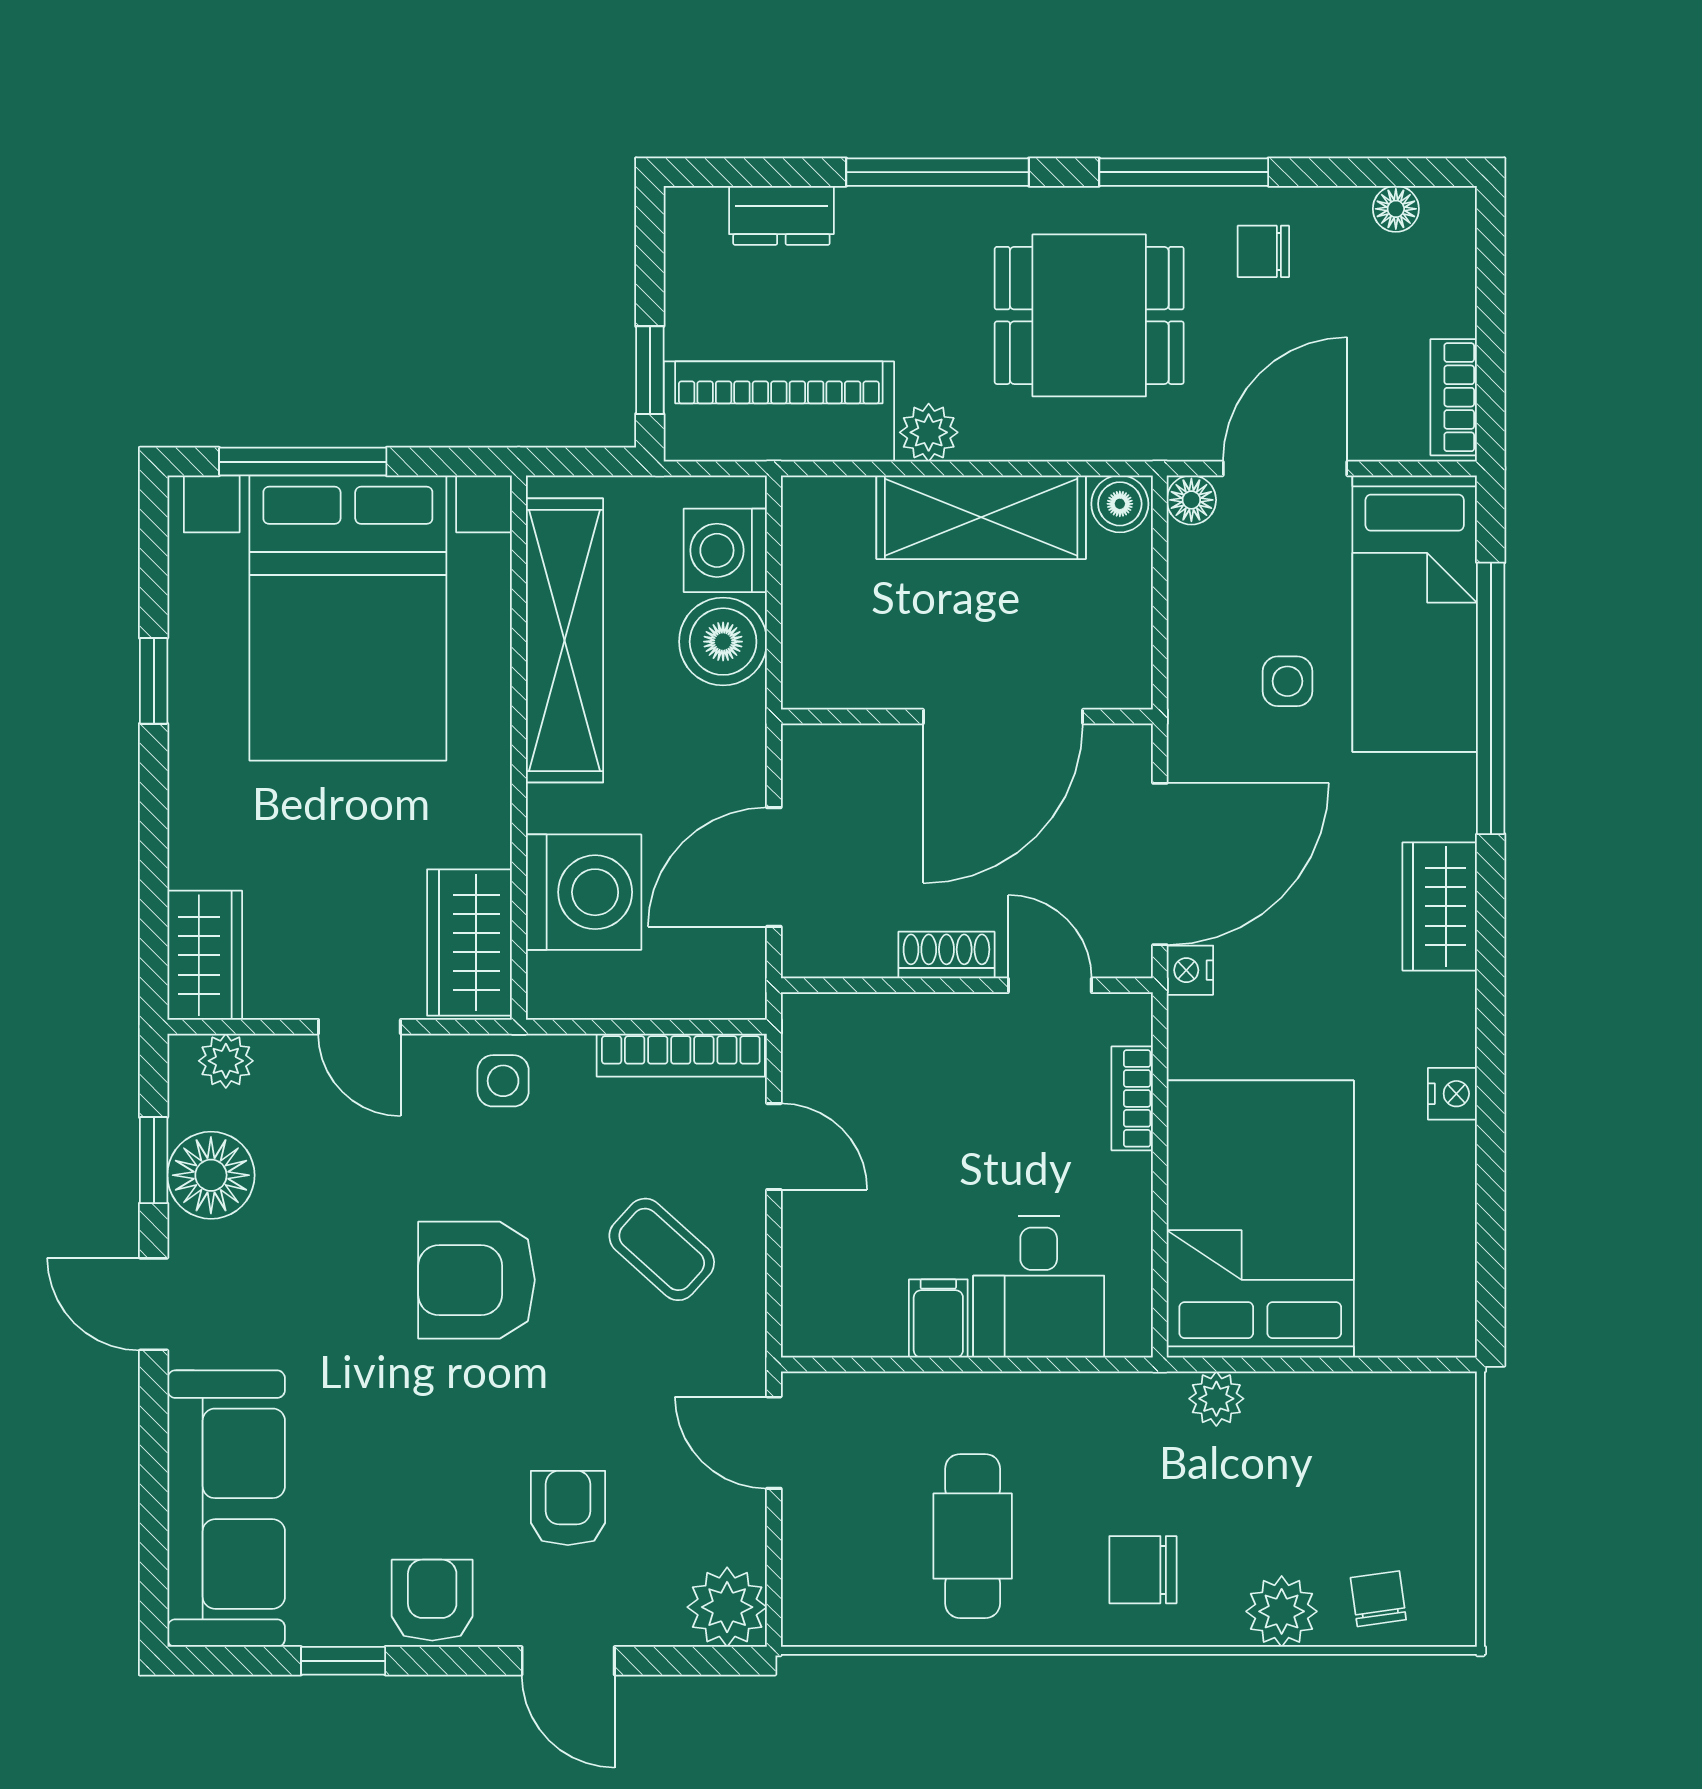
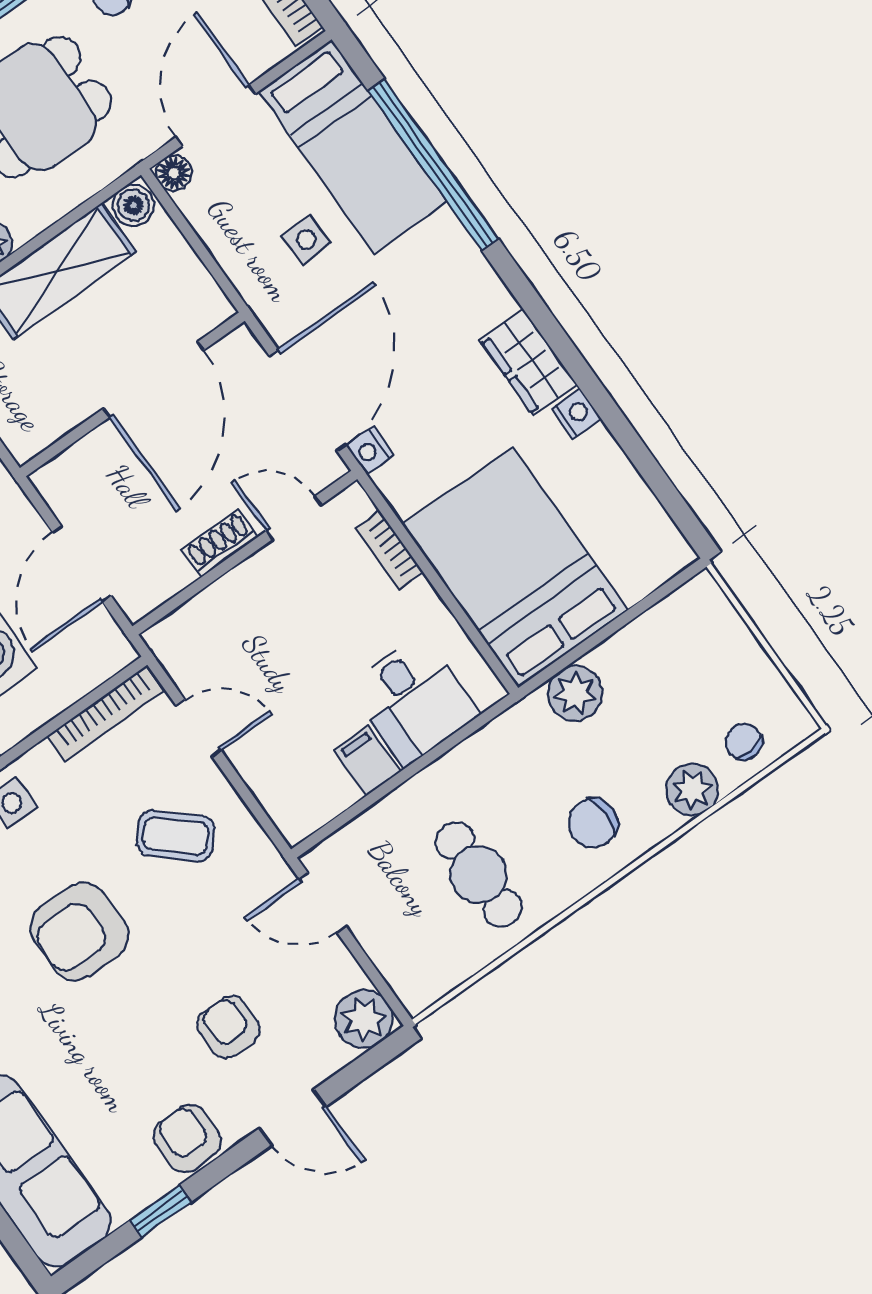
wardrobe: (1440, 906) -> (529, 362), moved
plant: (1216, 1399) -> (575, 693), width x1.38, depth x1.38

